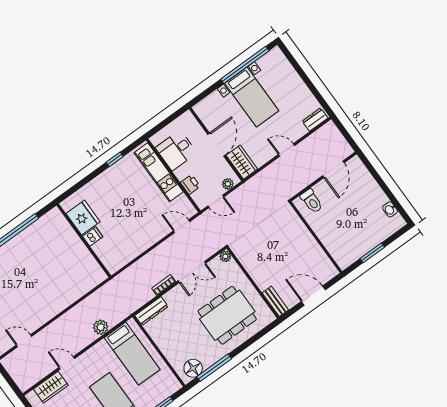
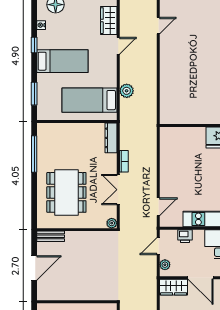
dishwasher: (93, 236) -> (199, 134), removed
floor lamp: (193, 368) -> (45, 138), removed

